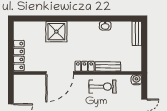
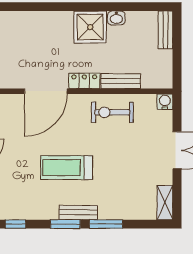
shower: (56, 32) -> (90, 27), moved
exercise bike: (103, 87) -> (112, 112), turned 180

